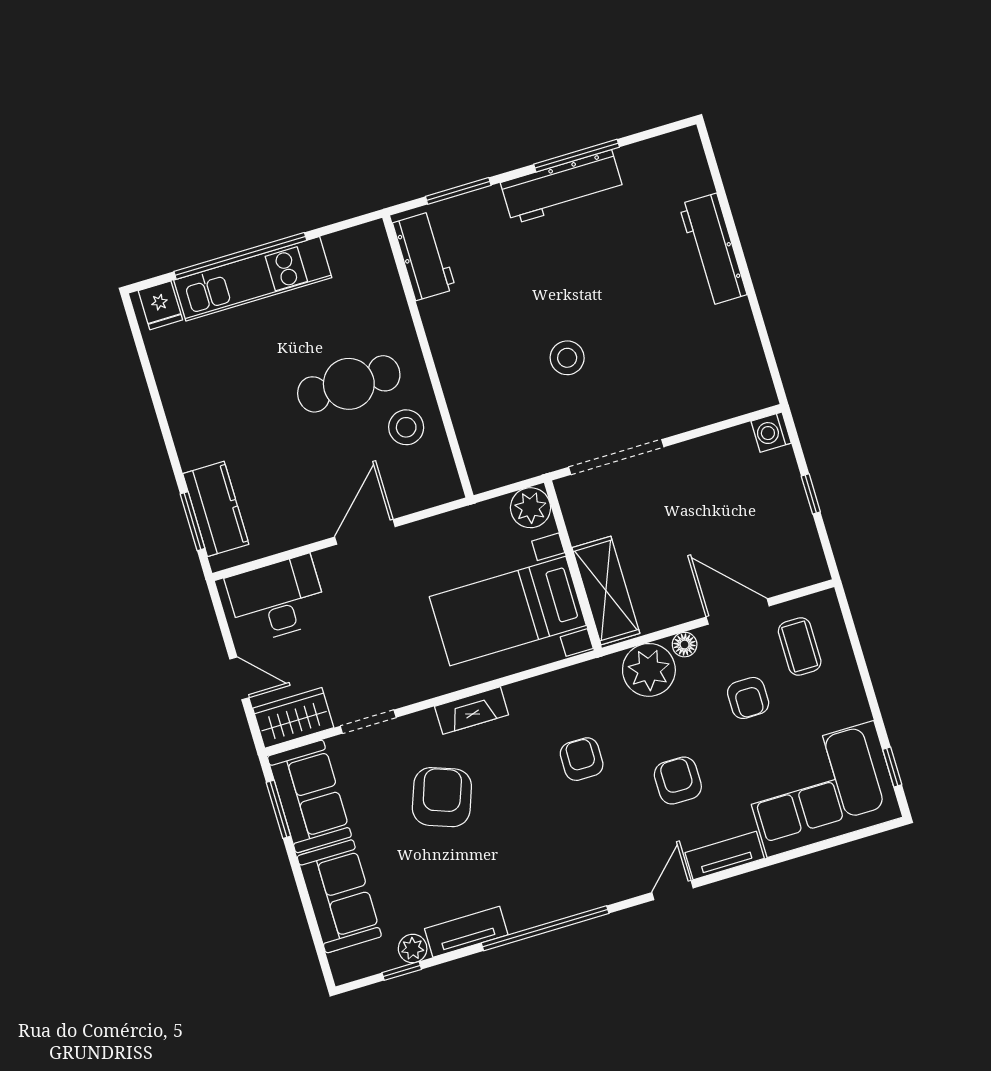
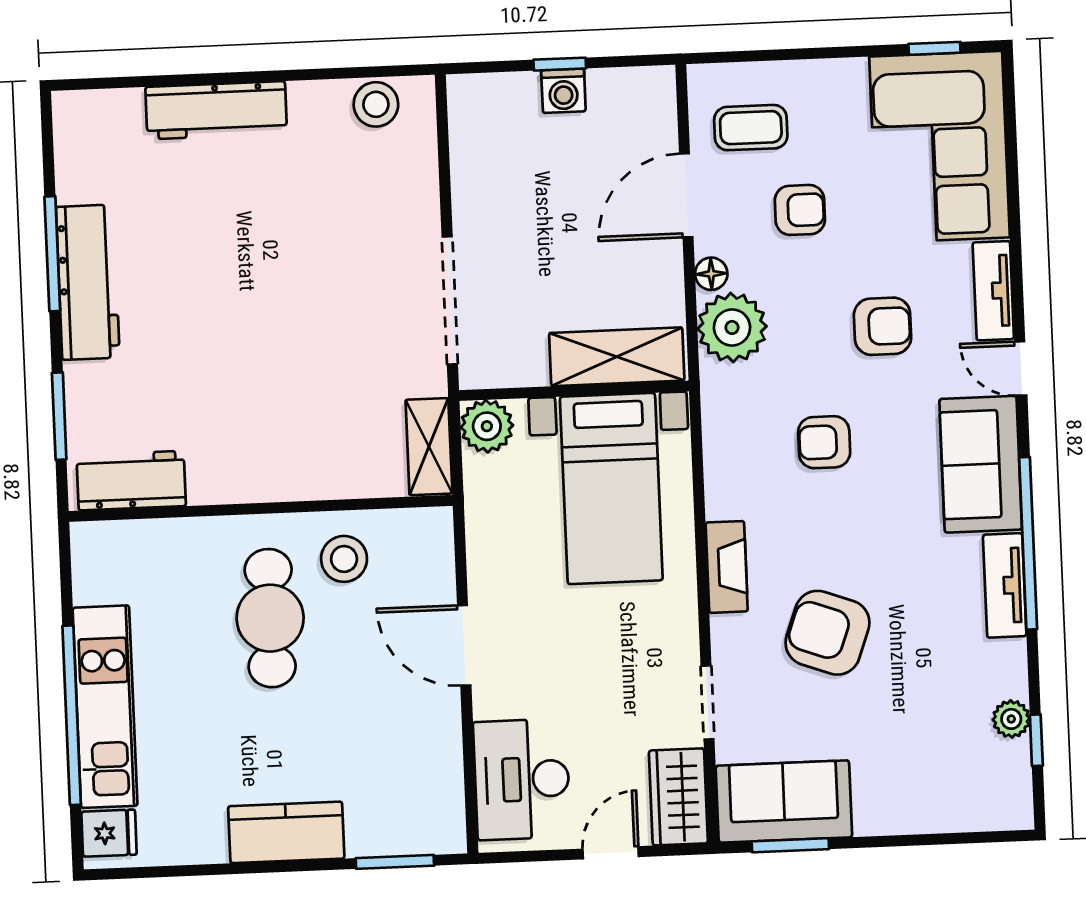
stool: (567, 358) -> (376, 104), moved
washing machine: (771, 432) -> (563, 91), moved
shelving: (505, 469) -> (429, 447), added
kitchen counter: (216, 509) -> (286, 832), moved
armchair: (678, 780) -> (883, 326), turned 180
sofa: (339, 896) -> (981, 464), moved, turned -90
tv unit: (466, 932) -> (1005, 585), moved

